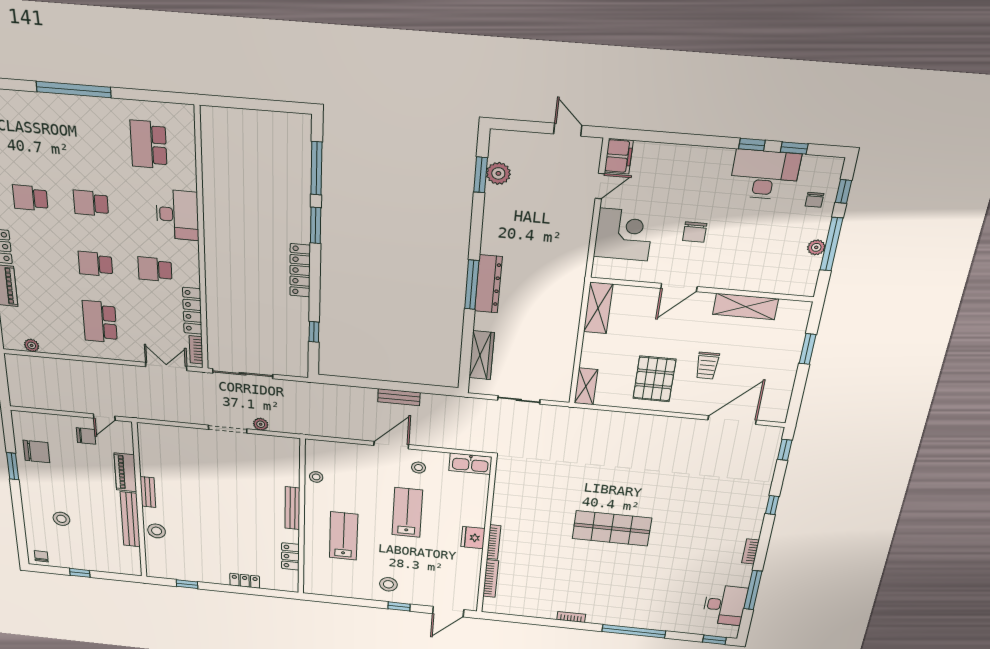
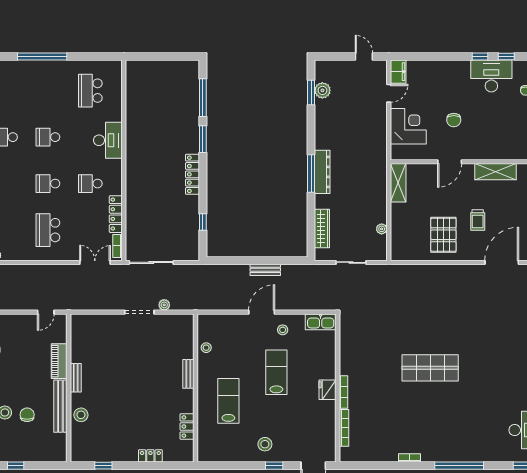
plant: (567, 364) -> (382, 229), added
shelving: (586, 386) -> (397, 246), removed
chair: (86, 436) -> (27, 415), moved, turned -90
bench: (292, 508) -> (188, 374), width x0.73

